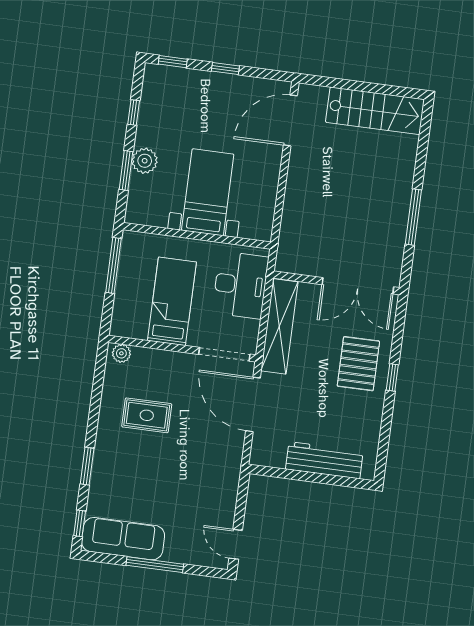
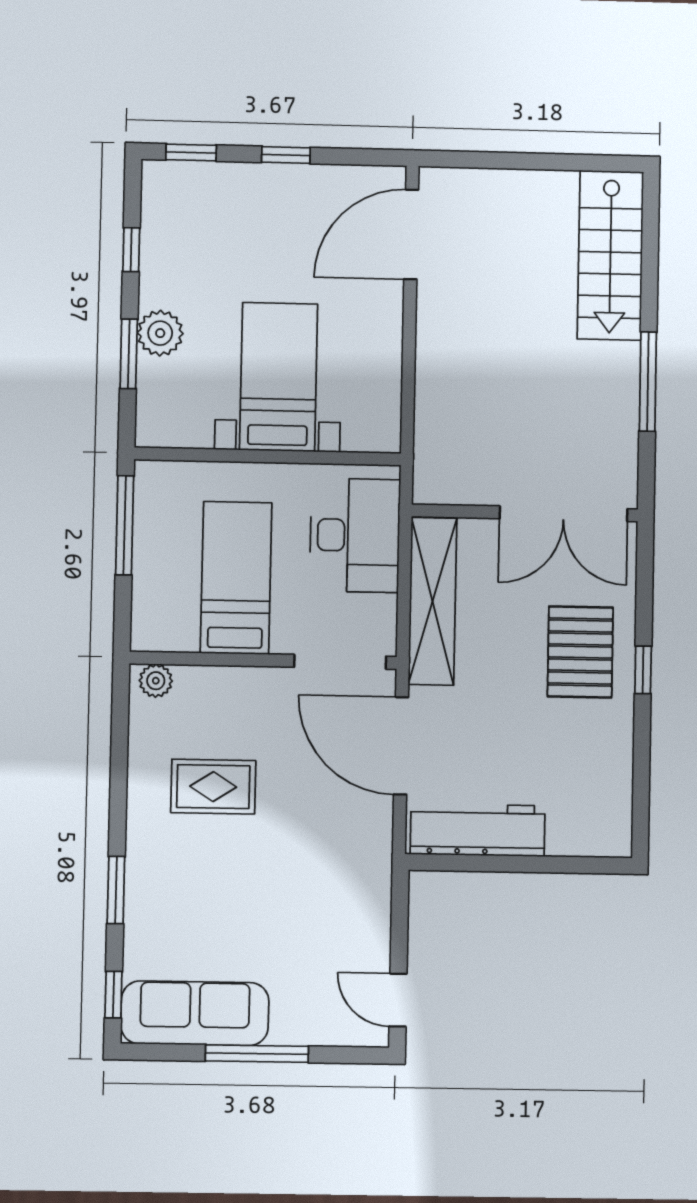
stairs: (375, 111) -> (610, 255), moved, turned 90
workbench: (324, 460) -> (478, 830), moved

